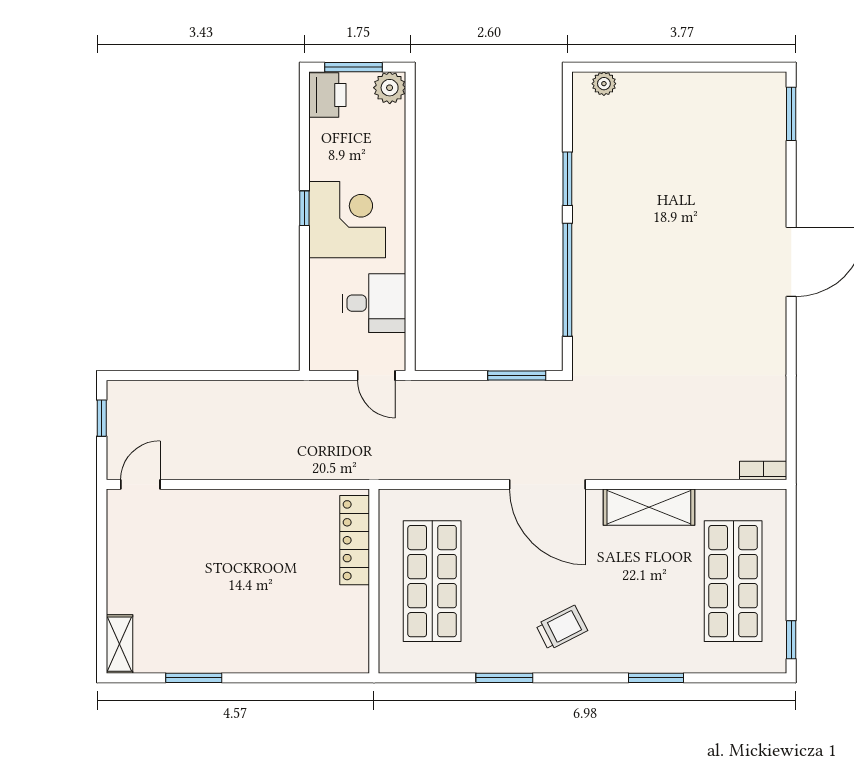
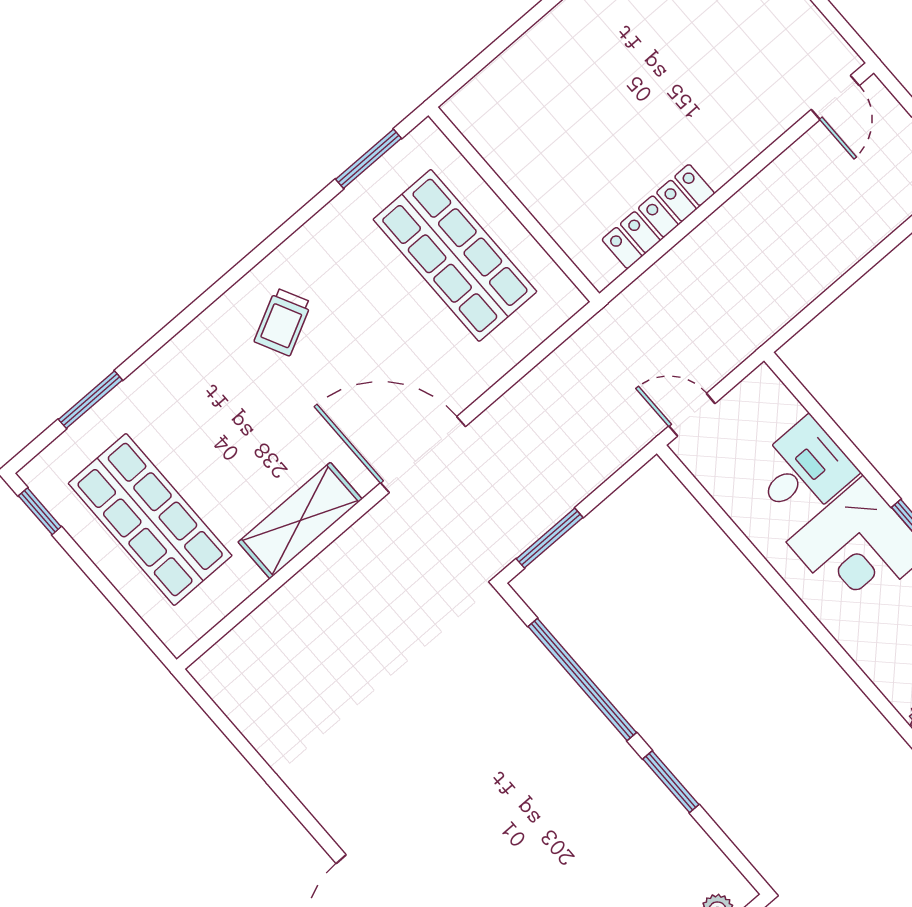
desk: (374, 303) -> (803, 470), moved, turned 180
bookcase: (763, 470) -> (217, 658), removed
locker: (355, 540) -> (658, 217), moved, turned -90
window: (504, 678) -> (369, 159), moved
window: (656, 678) -> (90, 400), moved

